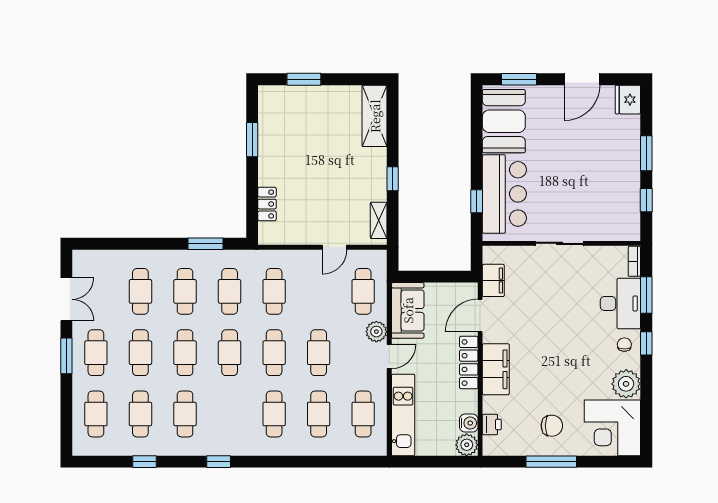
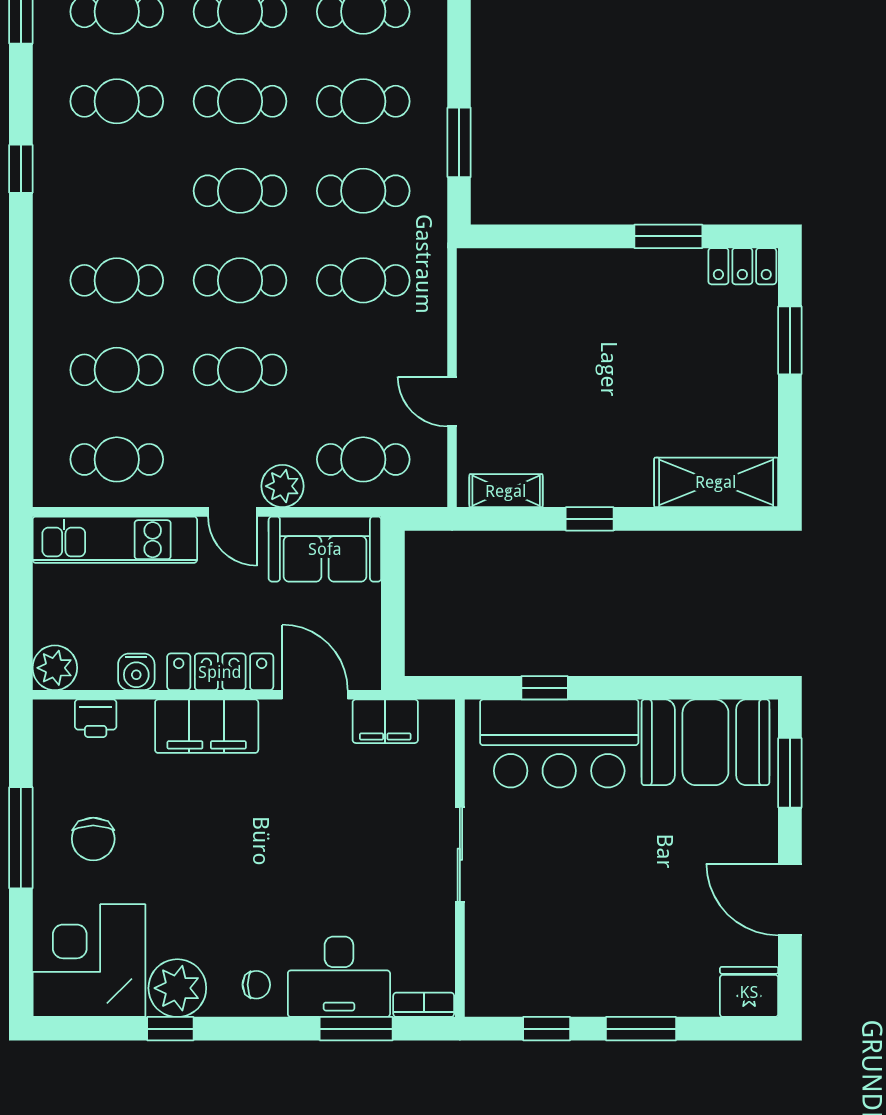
locker: (267, 204) -> (742, 266), moved
window: (646, 343) -> (170, 1029), moved
water cooler: (469, 423) -> (136, 672), moved

